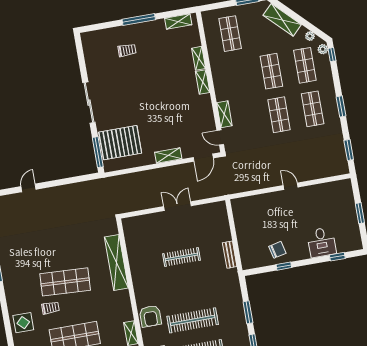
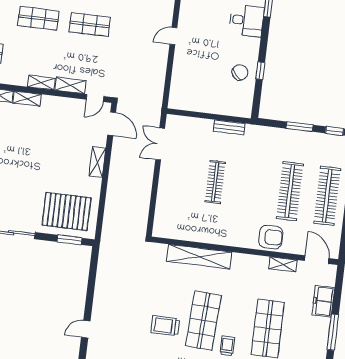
shelving: (219, 90) -> (41, 83), added
pallet: (120, 143) -> (67, 211), turned 90
window: (98, 152) -> (69, 240), width x0.69
door: (29, 188) -> (86, 329), hinge flipped
double door: (177, 206) -> (160, 144), moved
chair: (277, 250) -> (240, 72), turned 58
trolley: (51, 252) -> (165, 326), added

